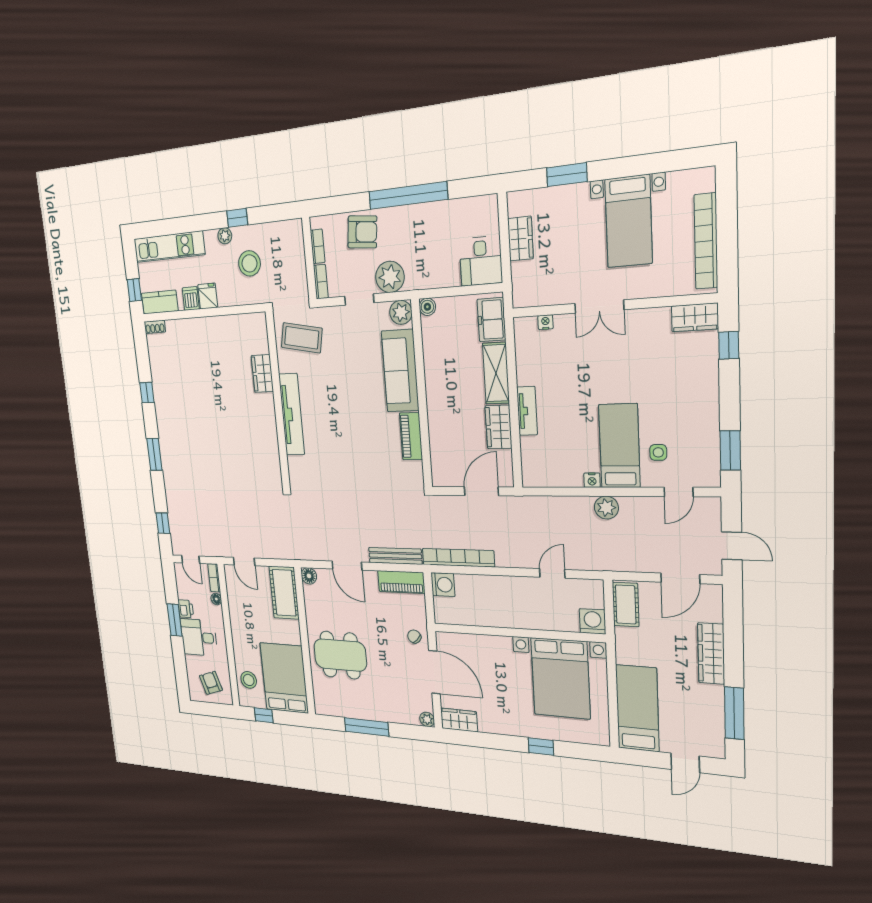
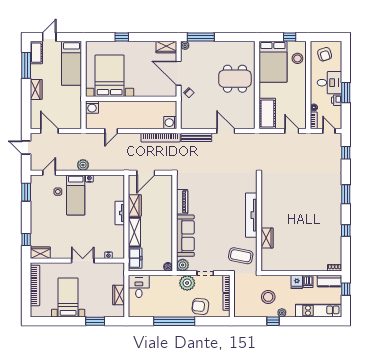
floor lamp: (309, 576) -> (250, 124), removed
door: (680, 578) -> (49, 131), hinge flipped
piano: (401, 582) -> (194, 123), removed
cot: (626, 604) -> (36, 53), moved
wardrobe: (711, 654) -> (36, 89), width x0.67
window: (367, 727) -> (201, 37), moved

